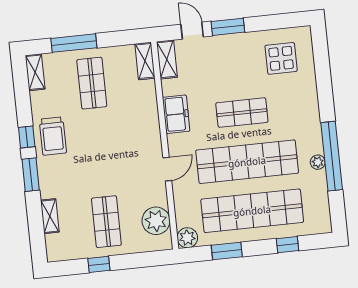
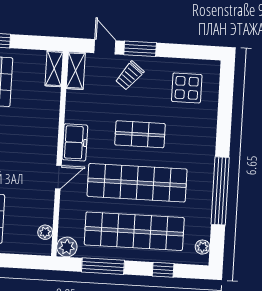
trolley: (222, 56) -> (130, 76), added
freezer: (176, 114) -> (75, 142), moved
plant: (318, 162) -> (203, 247), moved
plant: (156, 221) -> (45, 232), width x0.53, depth x0.53
window: (227, 251) -> (103, 266), width x1.44

